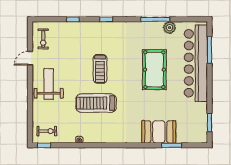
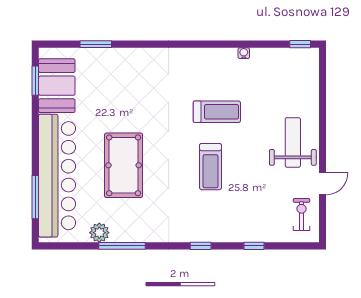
treadmill: (100, 69) -> (211, 167), turned 180
weight bench: (49, 84) -> (293, 142), turned 180
treadmill: (96, 103) -> (217, 112), width x0.73, depth x0.73
exercise bike: (47, 131) -> (296, 67), removed
booth: (159, 132) -> (57, 86), moved, turned 90

